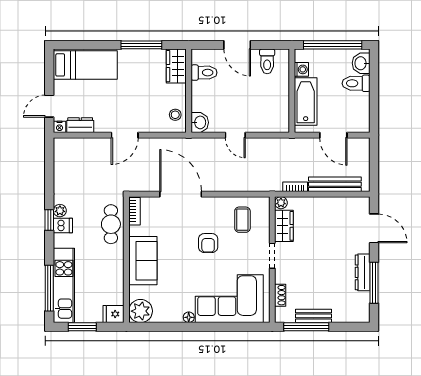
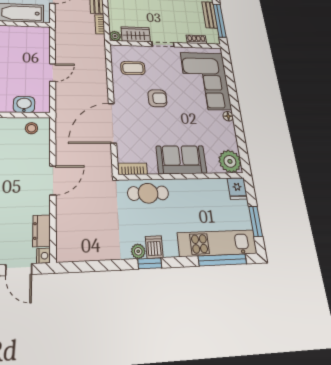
washbasin: (200, 122) -> (24, 105), moved
door: (125, 135) -> (53, 180), hinge flipped

